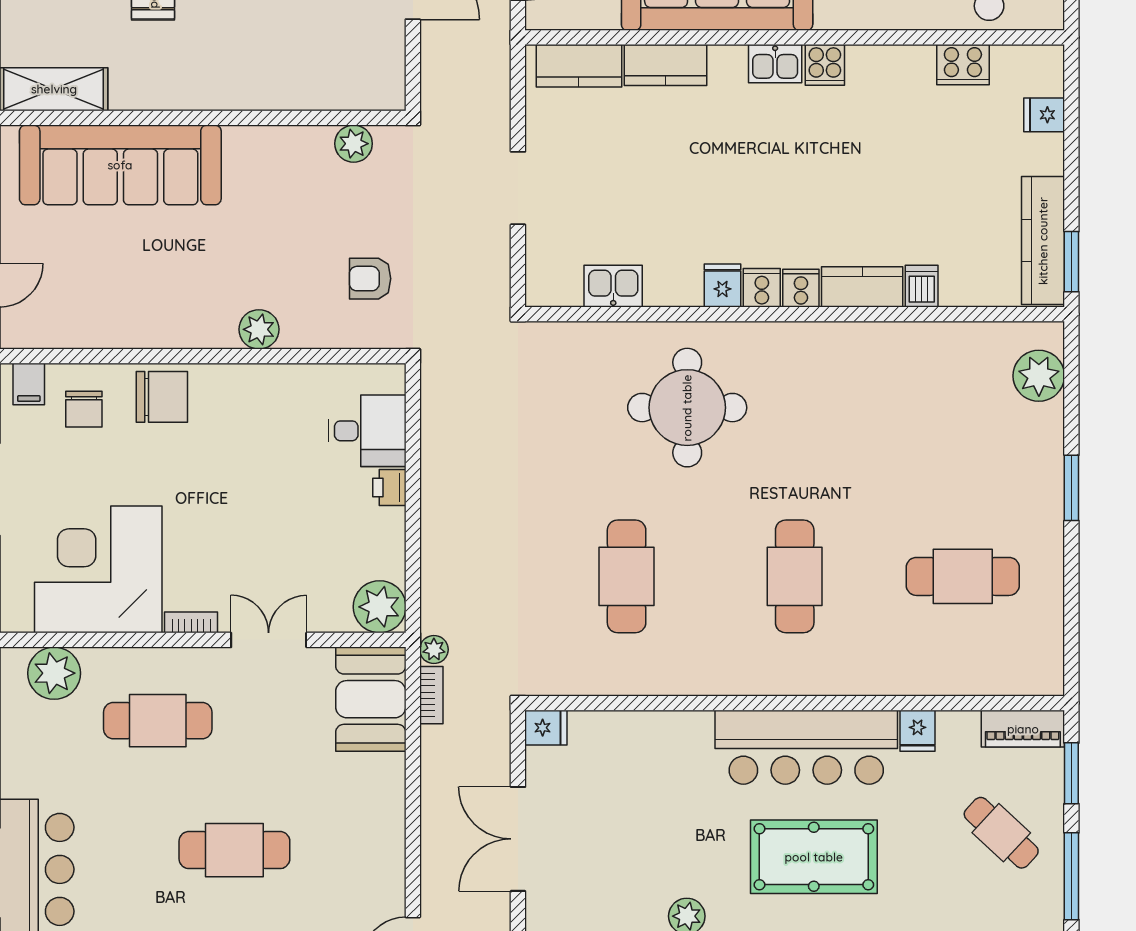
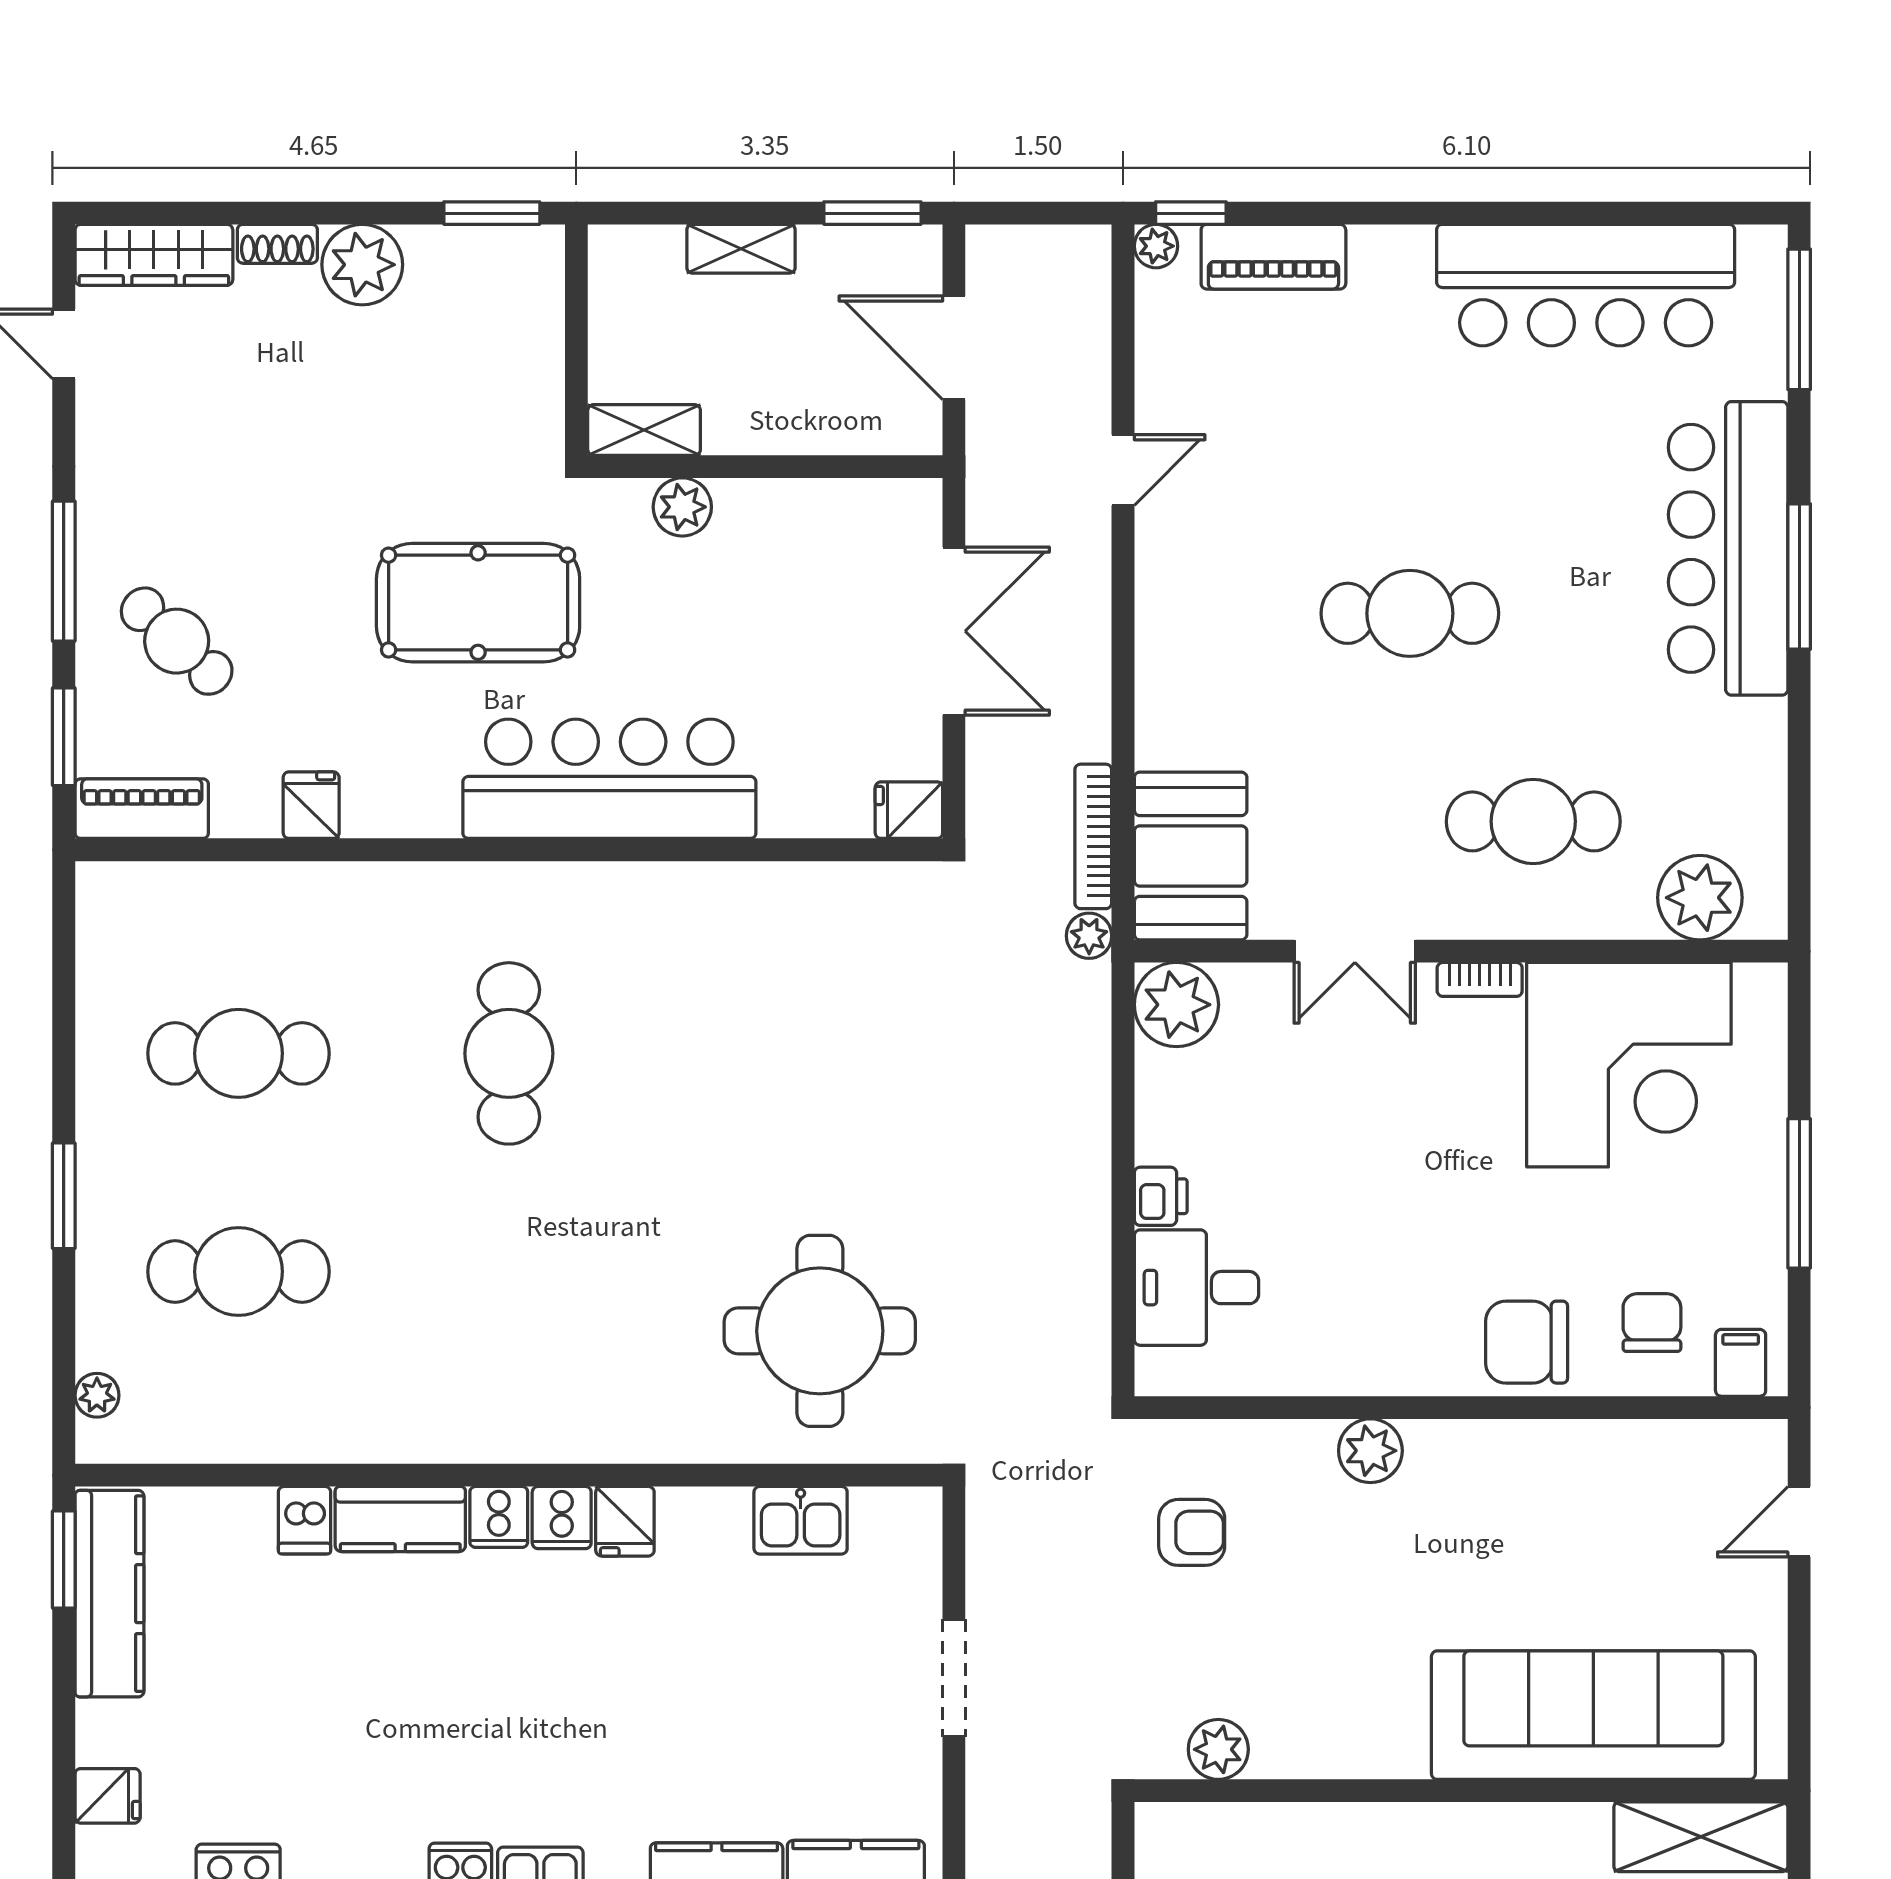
plant: (1039, 376) -> (97, 1395), width x0.53, depth x0.53
round table: (687, 408) -> (820, 1331), moved
cafe table: (627, 576) -> (239, 1272), moved, turned 90
bookcase: (431, 695) -> (1093, 836), width x1.56
bar counter: (806, 747) -> (609, 779), moved

